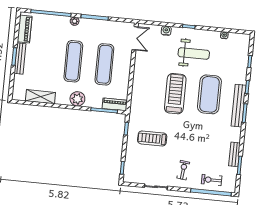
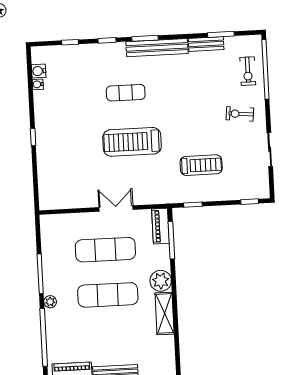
water cooler: (166, 31) -> (39, 71), moved
double door: (135, 38) -> (116, 209), moved
weight bench: (194, 53) -> (71, 124), removed
exercise mat: (209, 94) -> (126, 93), width x0.50, depth x0.69
shelving: (40, 97) -> (165, 313), moved
bench: (239, 106) -> (157, 48), moved
treadmill: (152, 138) -> (201, 165), turned -90

